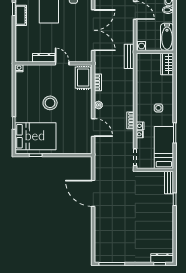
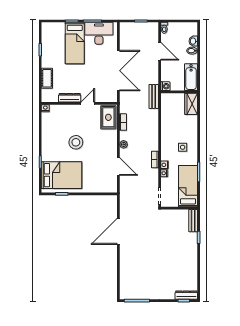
cot: (21, 15) -> (47, 78), moved
door: (62, 63) -> (88, 103), hinge flipped
door: (93, 193) -> (118, 231), hinge flipped

